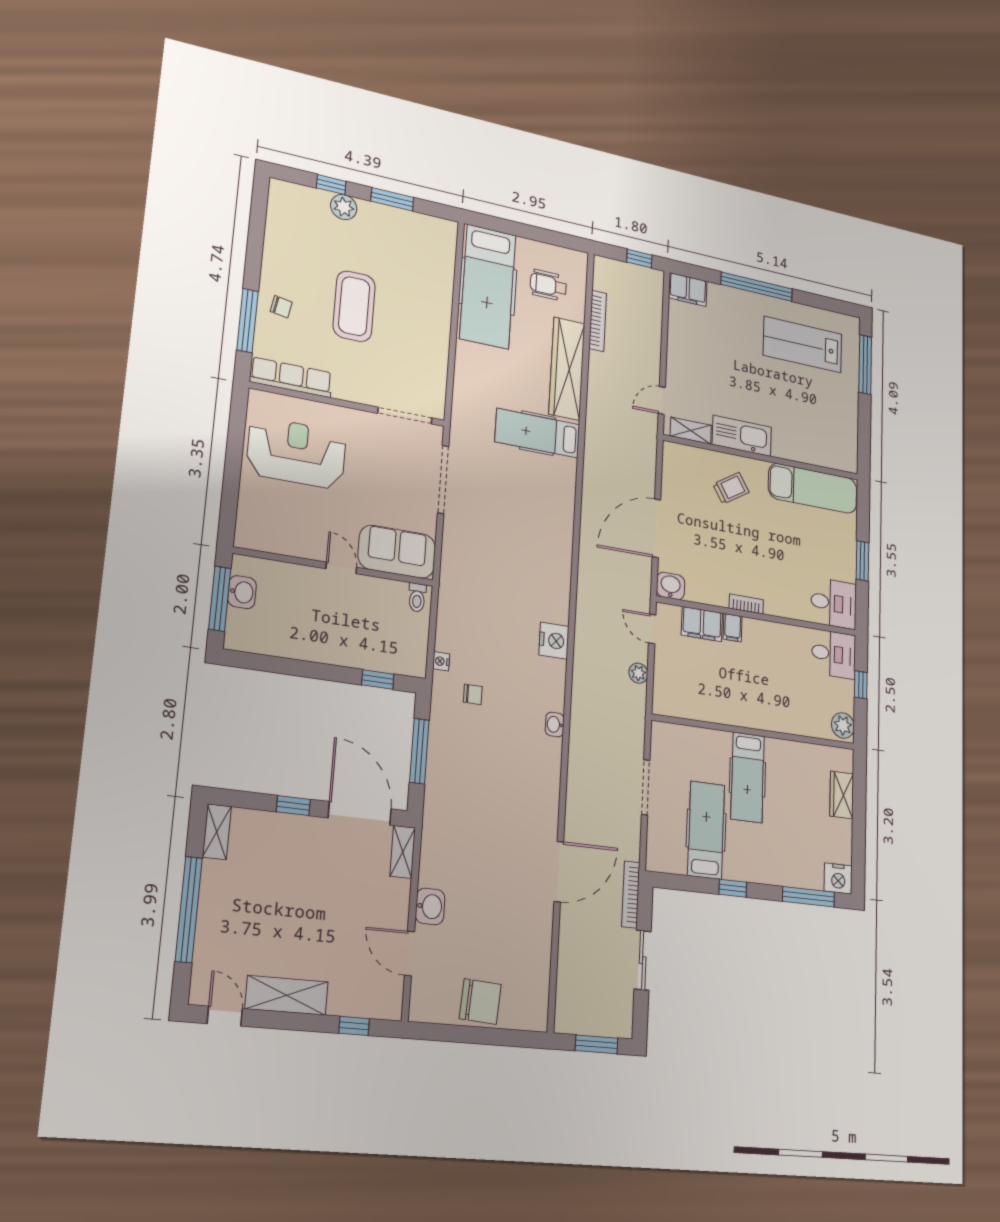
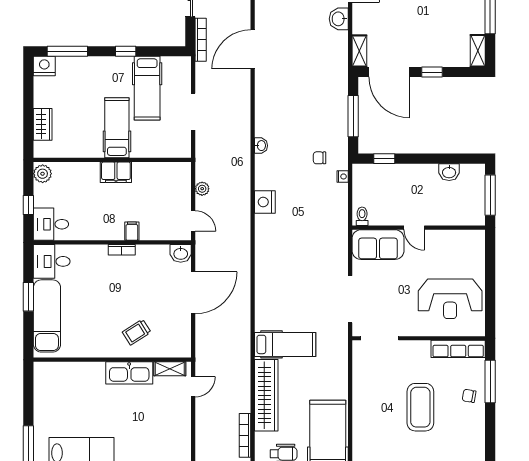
exam couch: (813, 488) -> (47, 316), moved, turned 90
washbasin: (242, 592) -> (449, 172), moved, turned -90
filing cabinet: (702, 624) -> (116, 172), moved, turned 180

